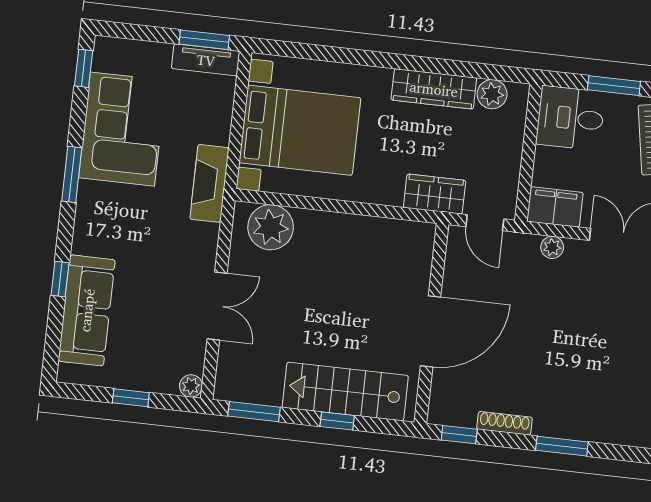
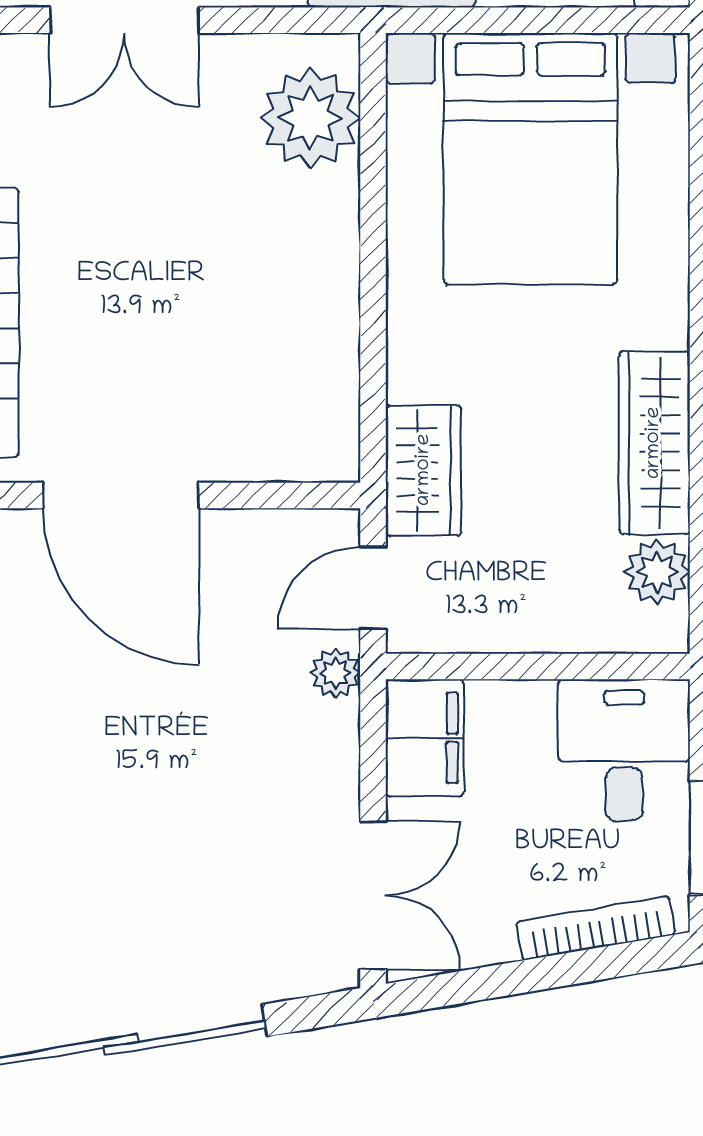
plant: (552, 247) -> (335, 673), moved

